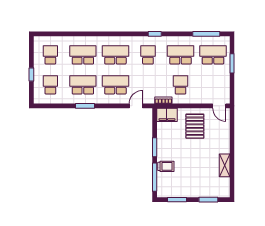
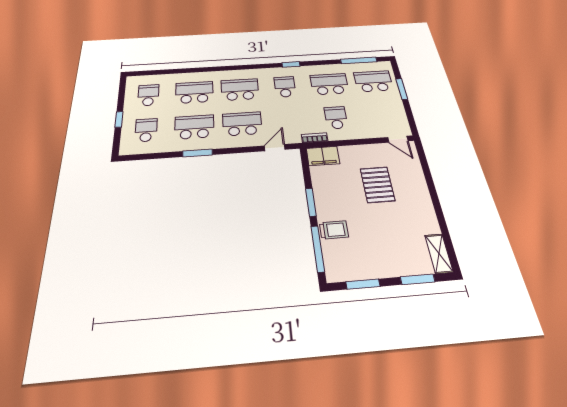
pallet: (195, 126) -> (377, 185), moved
shelving: (225, 165) -> (439, 253), moved

